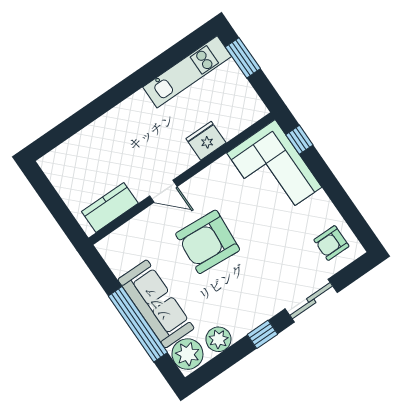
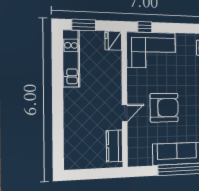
fridge: (206, 141) -> (113, 41), moved
armchair: (208, 242) -> (164, 108), turned -94

